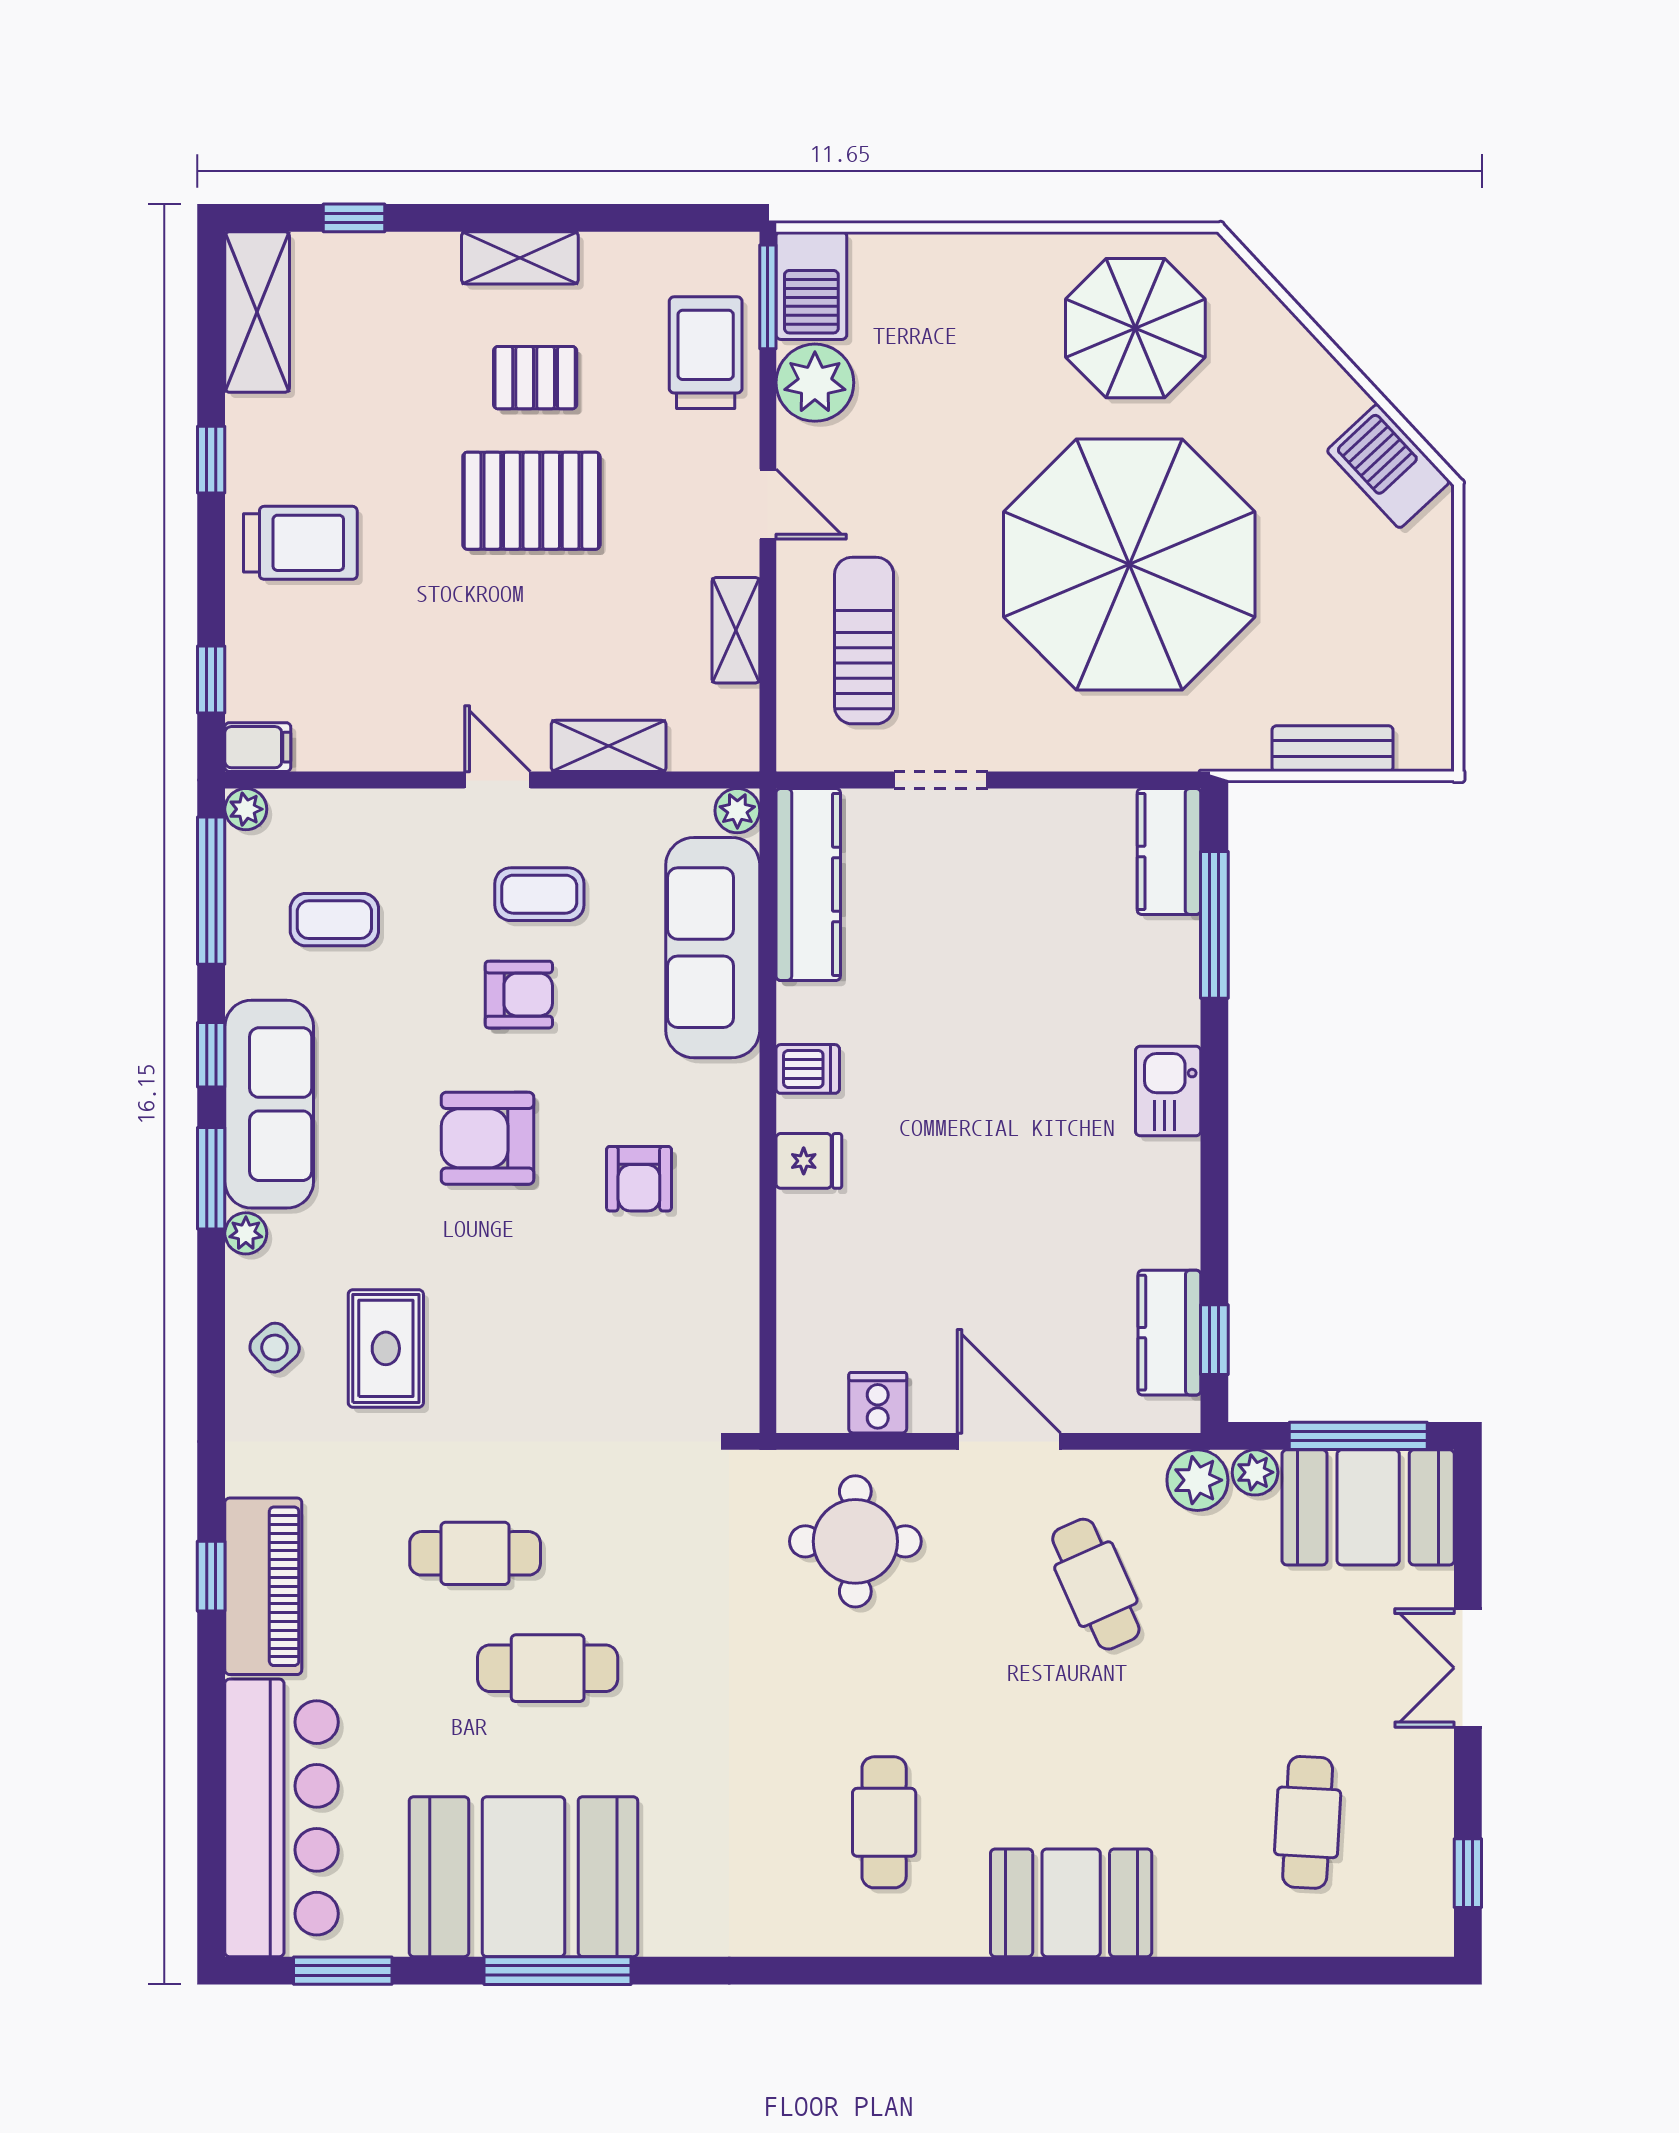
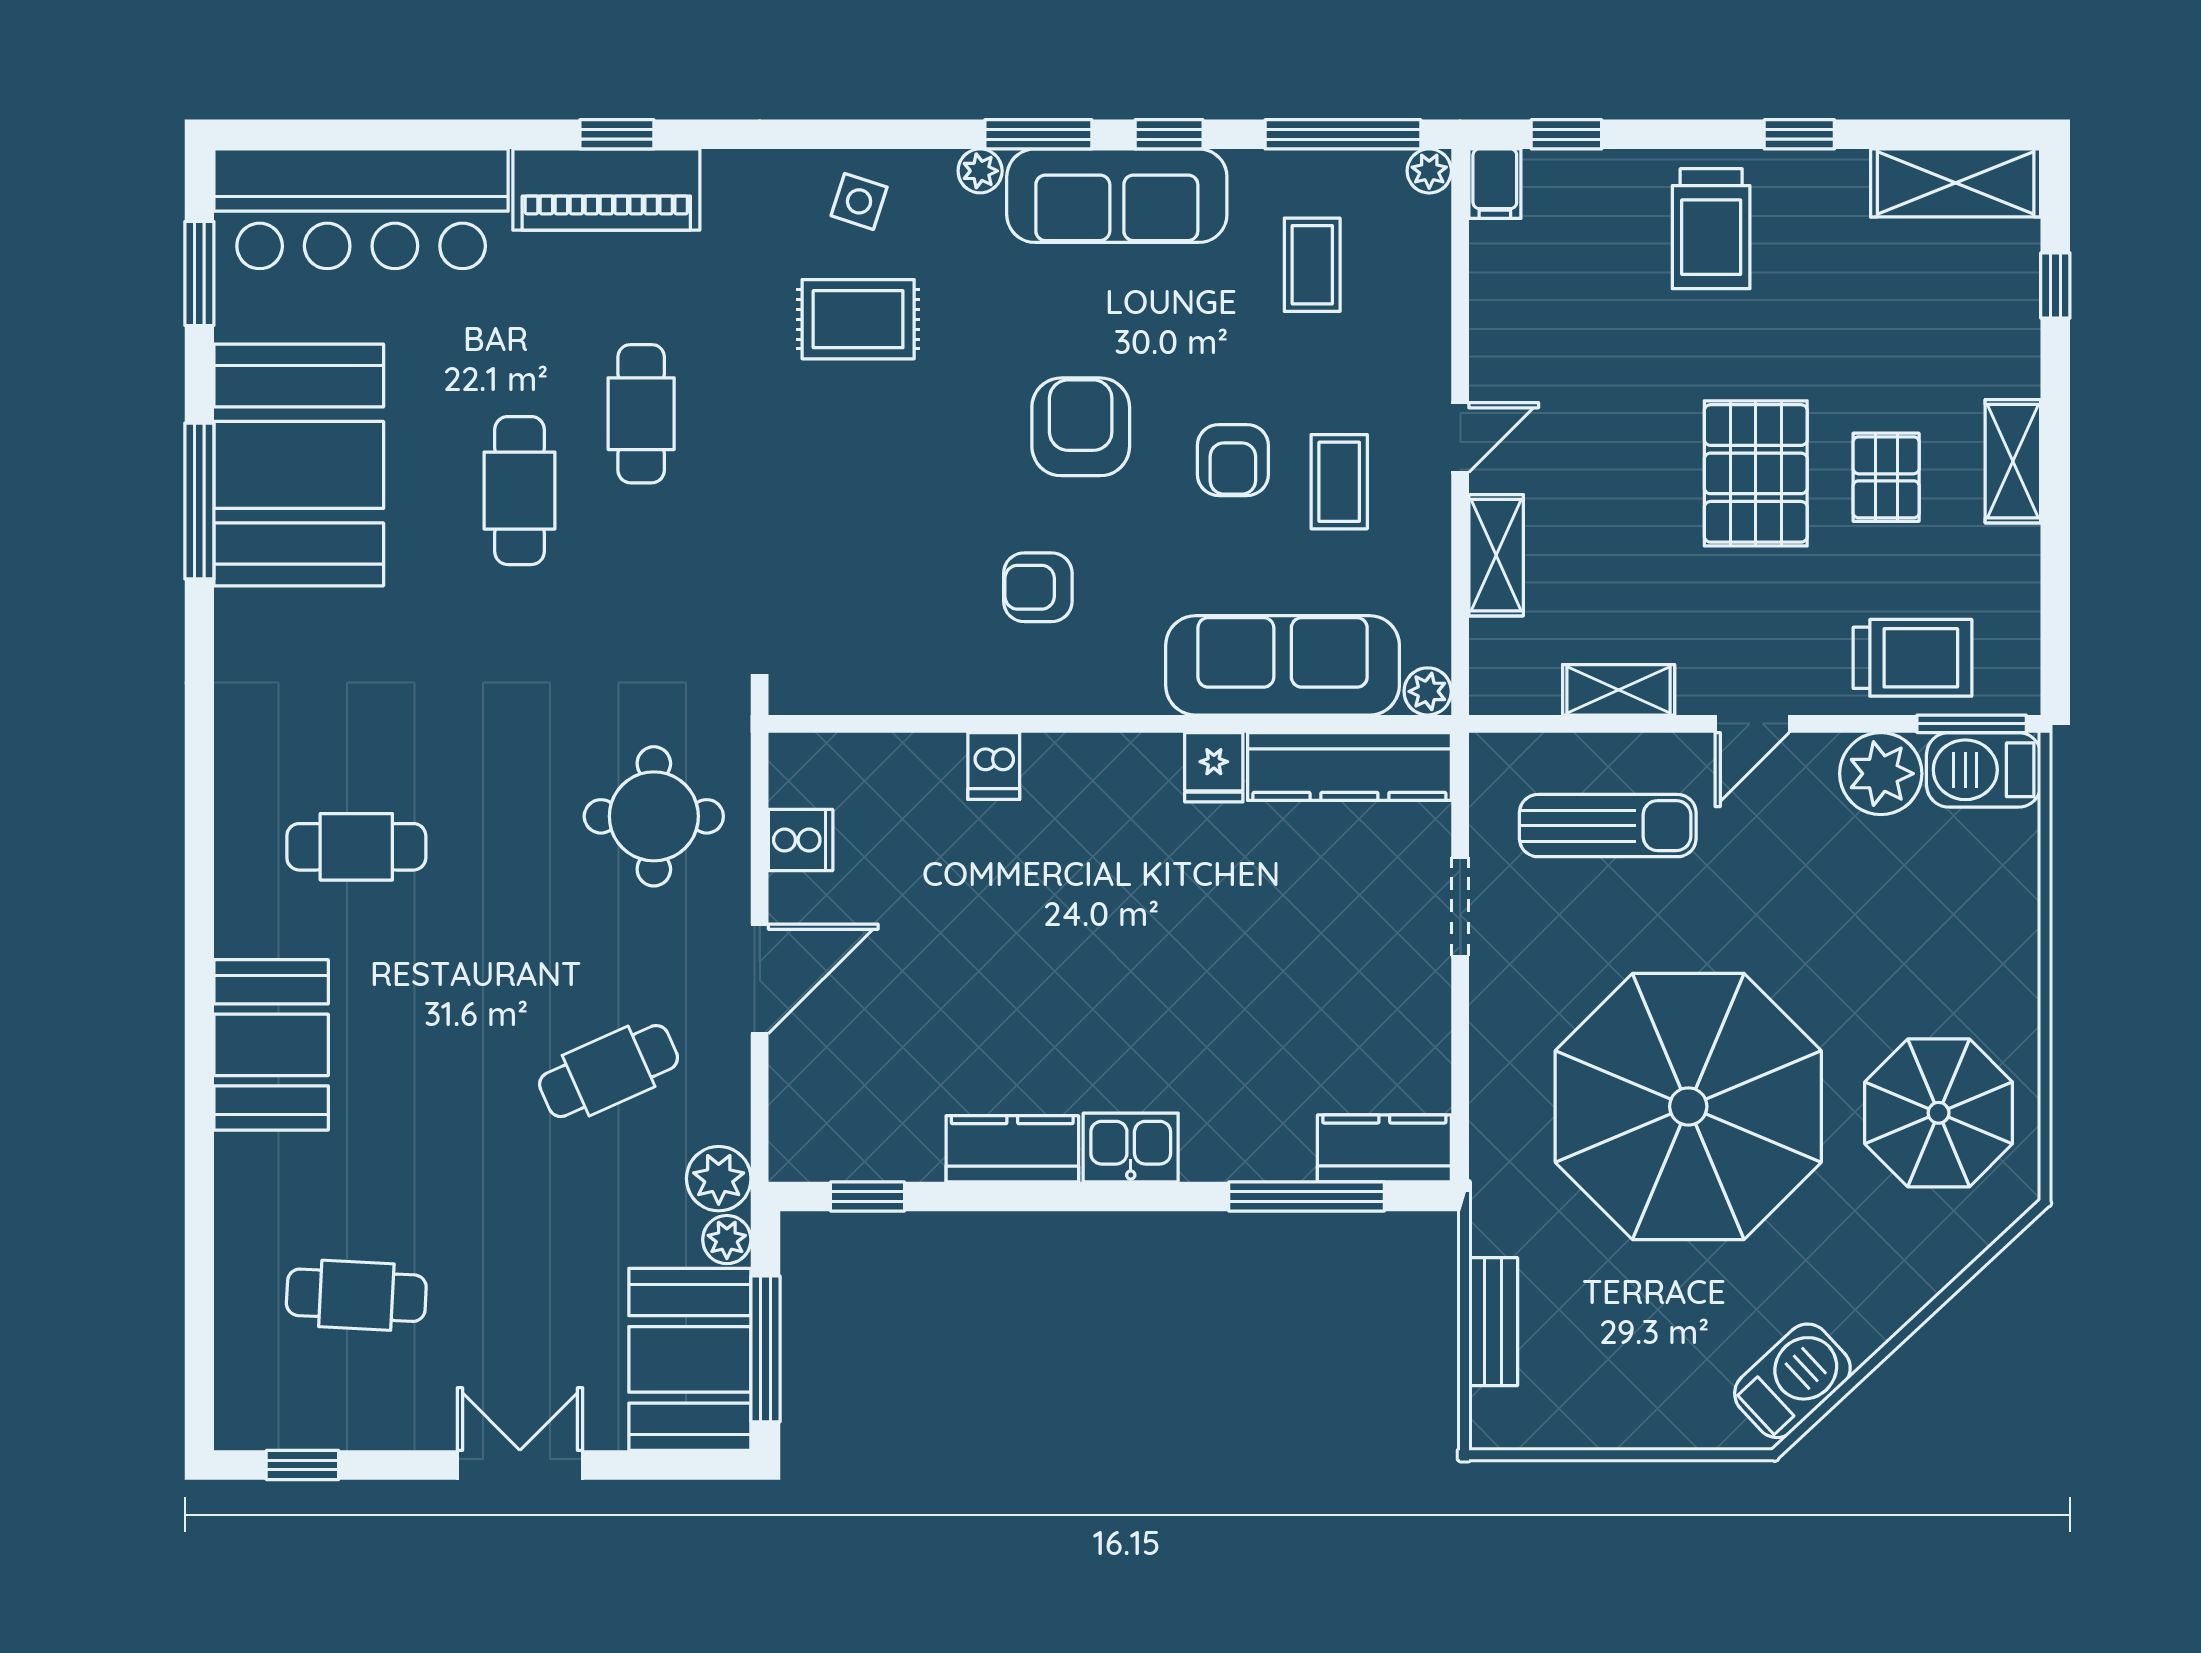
dishwasher: (808, 1069) -> (994, 766), moved
fridge: (809, 1161) -> (1214, 767), moved
kitchen counter: (1169, 1333) -> (1012, 1149), moved
side table: (275, 1348) -> (859, 201), turned -30

